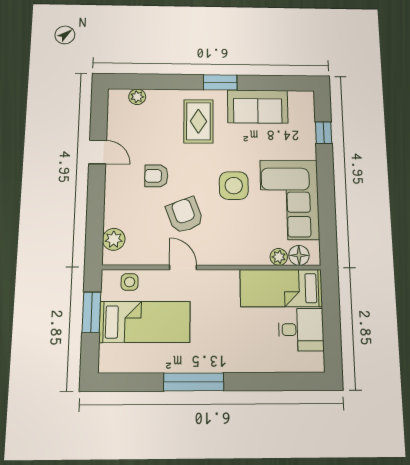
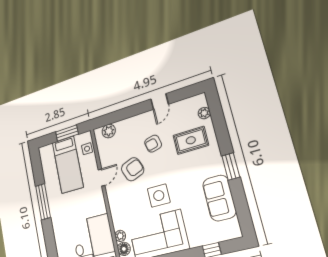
rug: (198, 121) -> (191, 140), moved
armchair: (156, 176) -> (153, 144), turned -103

